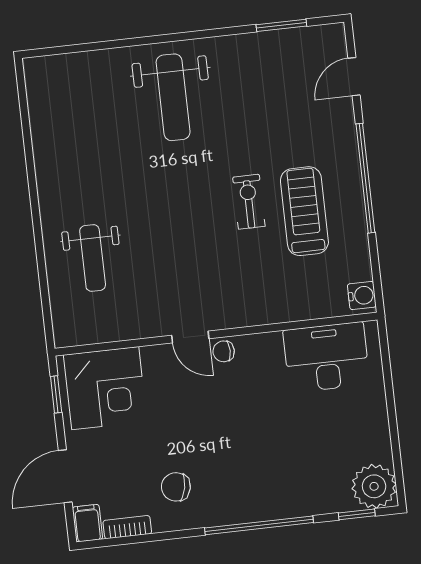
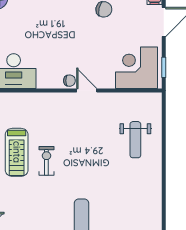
exercise bike: (249, 202) -> (46, 161), turned 180
weight bench: (93, 258) -> (135, 140), turned 180

